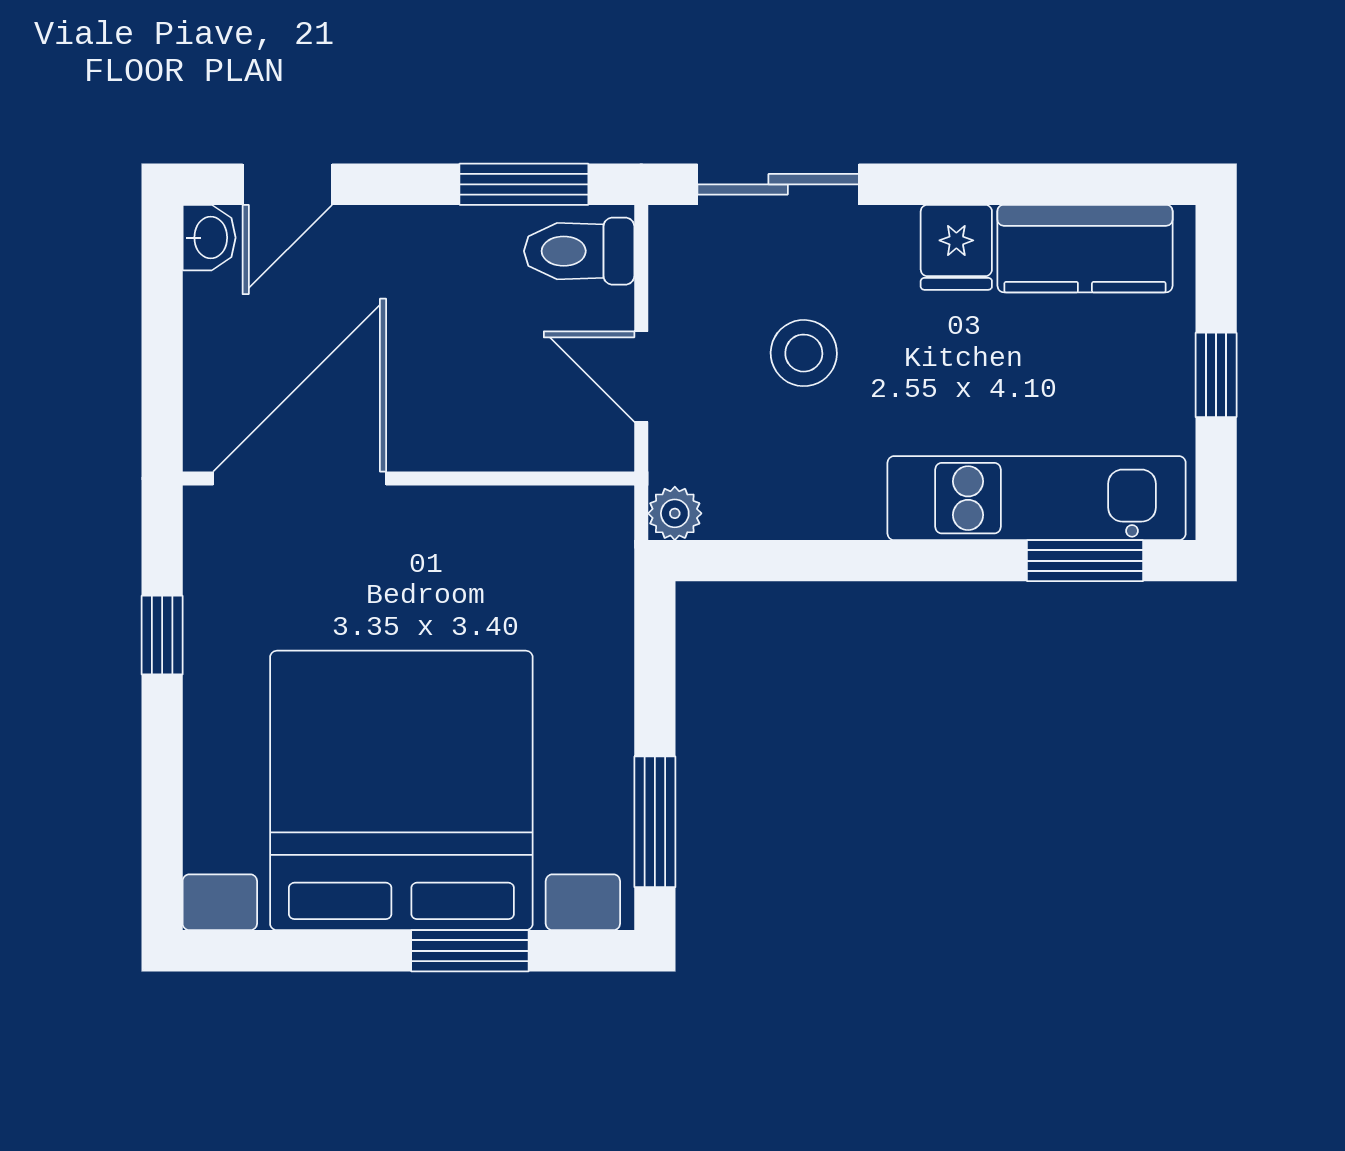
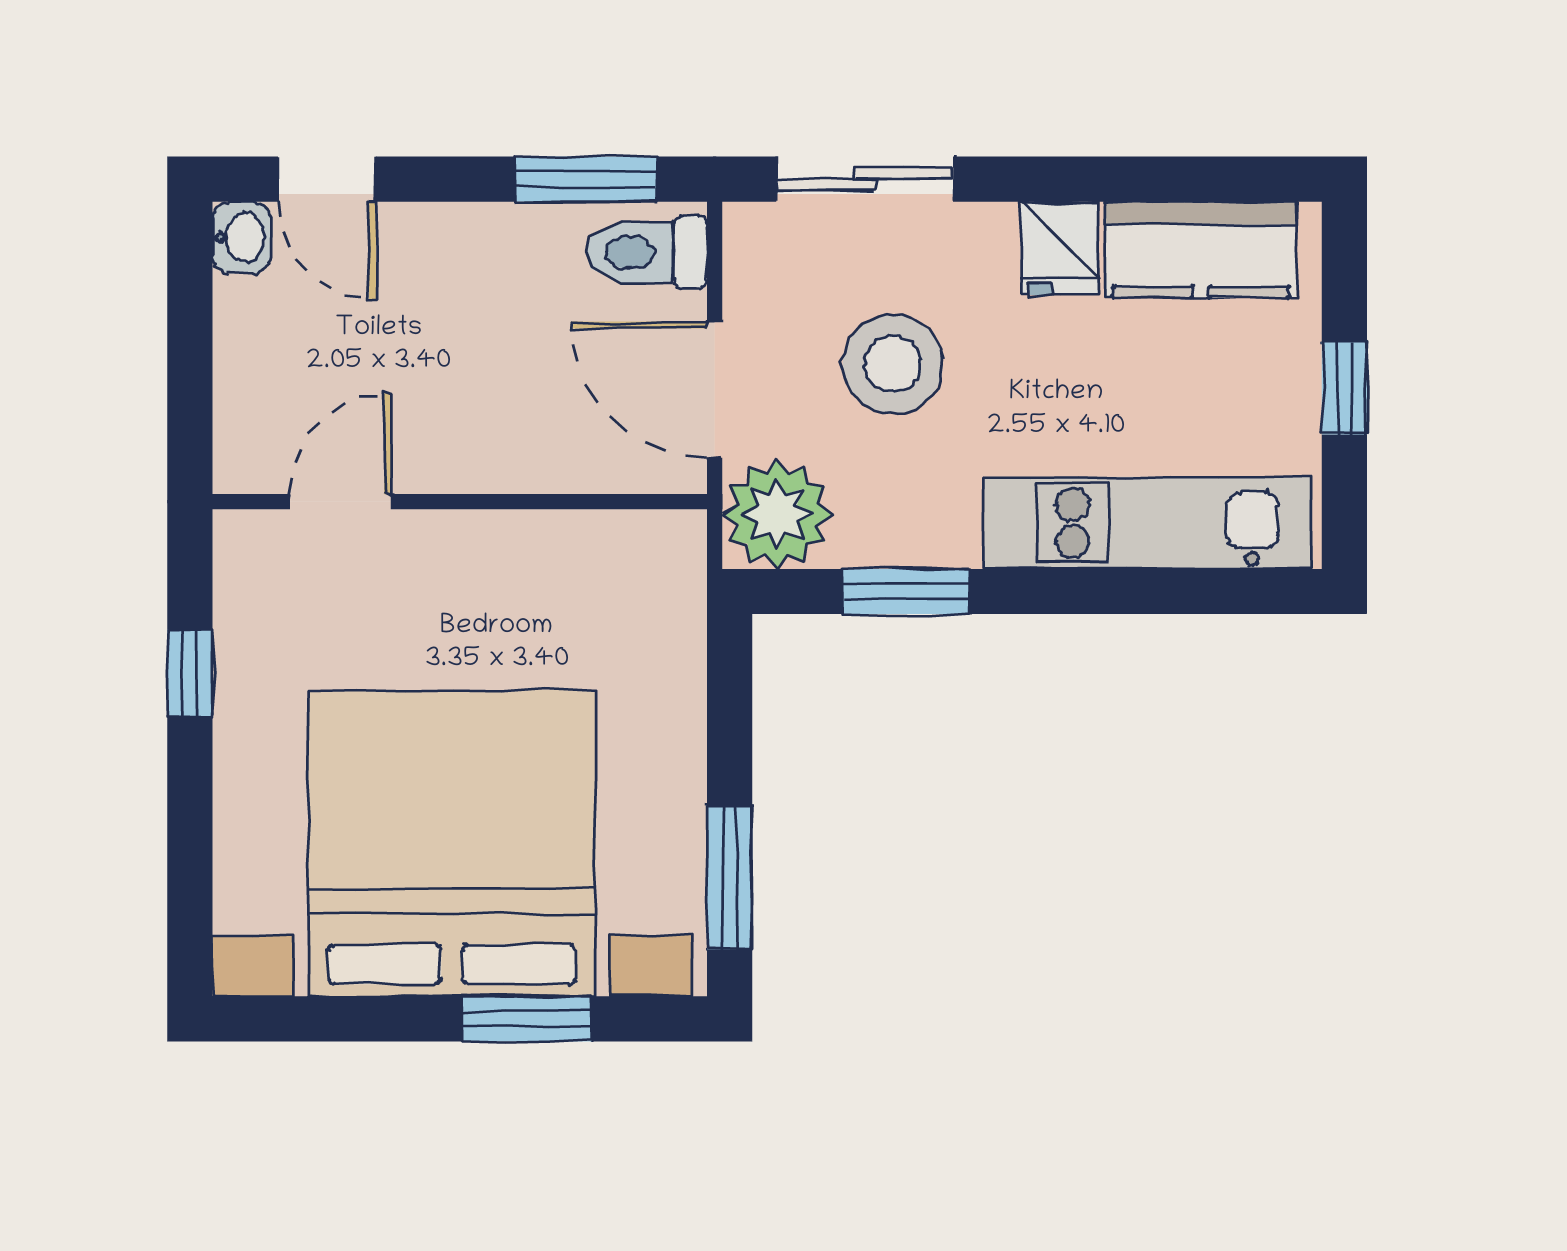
door: (287, 184) -> (327, 179), hinge flipped
stool: (804, 353) -> (893, 364), width x1.38, depth x1.38
door: (641, 377) -> (715, 390), width x1.38
door: (300, 479) -> (340, 502), width x0.53
plant: (675, 513) -> (777, 514), width x1.88, depth x1.88
window: (1085, 561) -> (906, 591), moved

